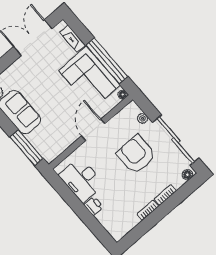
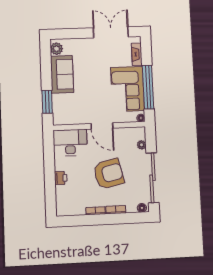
door: (93, 130) -> (102, 126), swing flipped
window: (26, 148) -> (47, 102), width x0.69
armchair: (136, 155) -> (109, 174), moved, turned 77
desk: (82, 180) -> (70, 143), moved, turned 90

